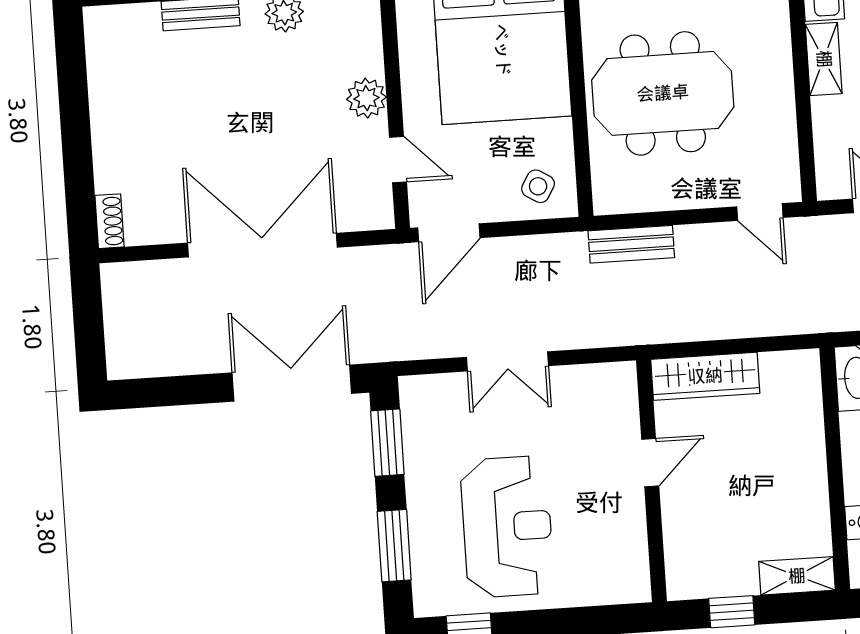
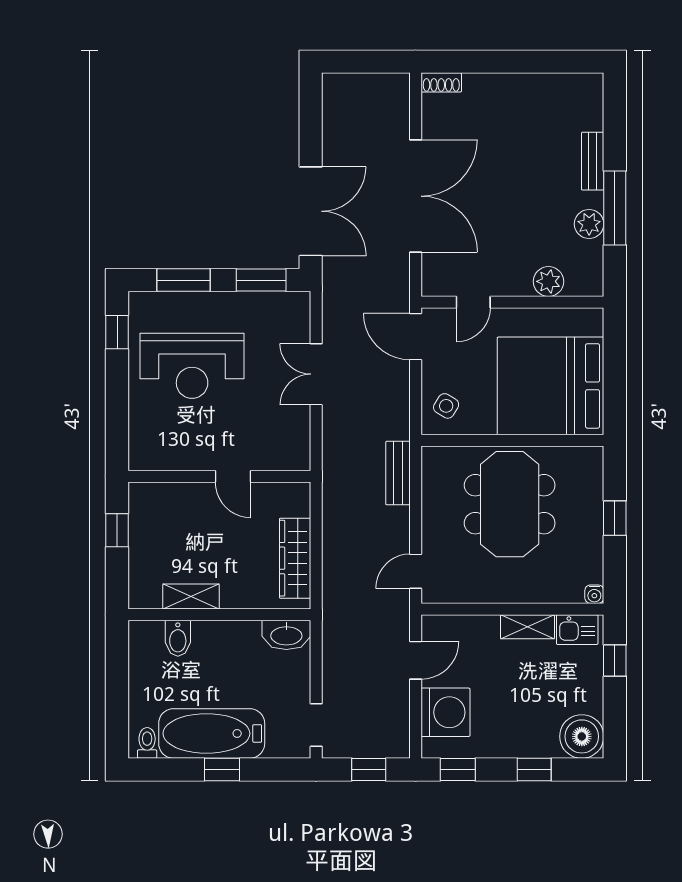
plant: (366, 98) -> (549, 281), moved
wardrobe: (705, 376) -> (295, 558), moved
shelving: (797, 576) -> (191, 596), moved, turned 90

